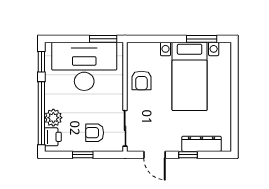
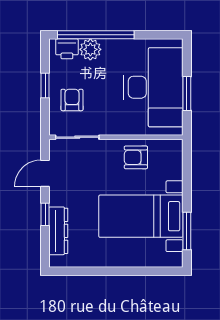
window: (103, 39) -> (187, 93), moved
window: (41, 62) -> (159, 35), removed

